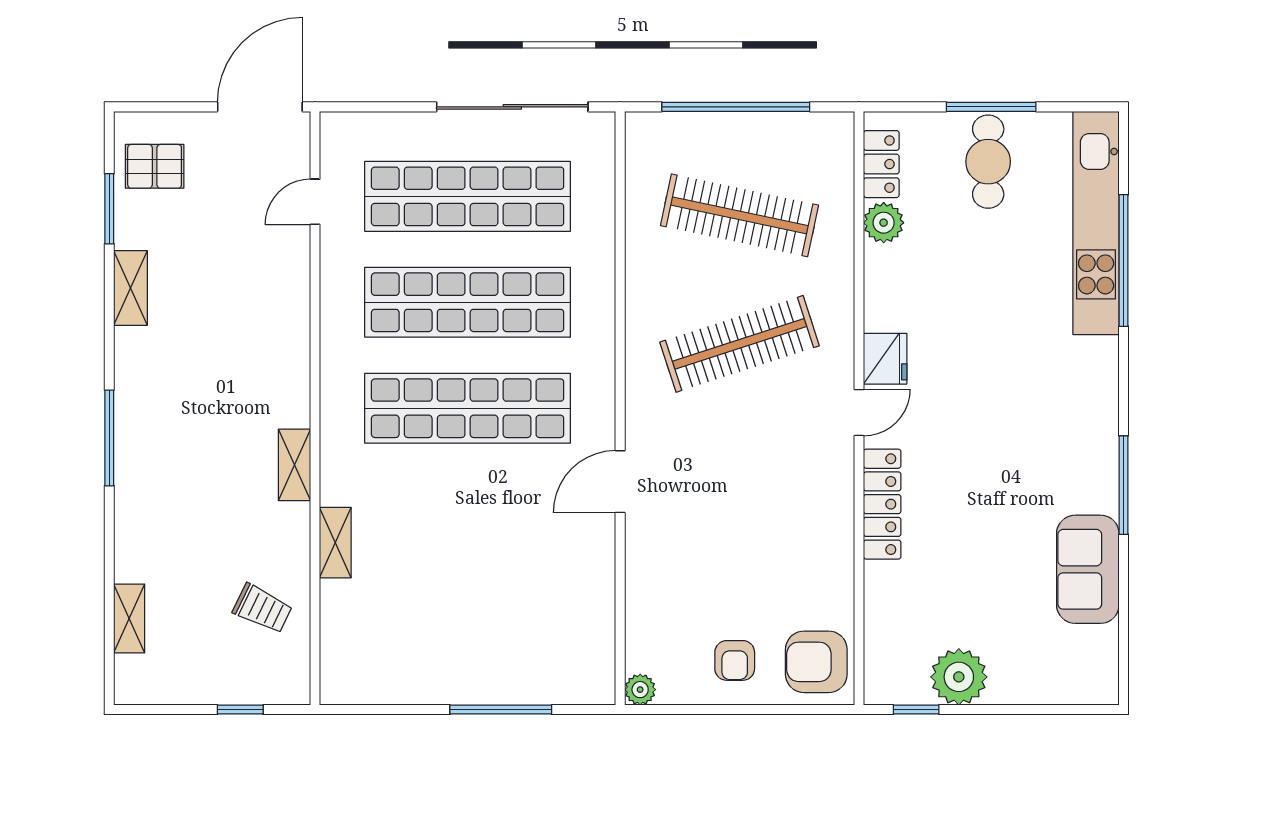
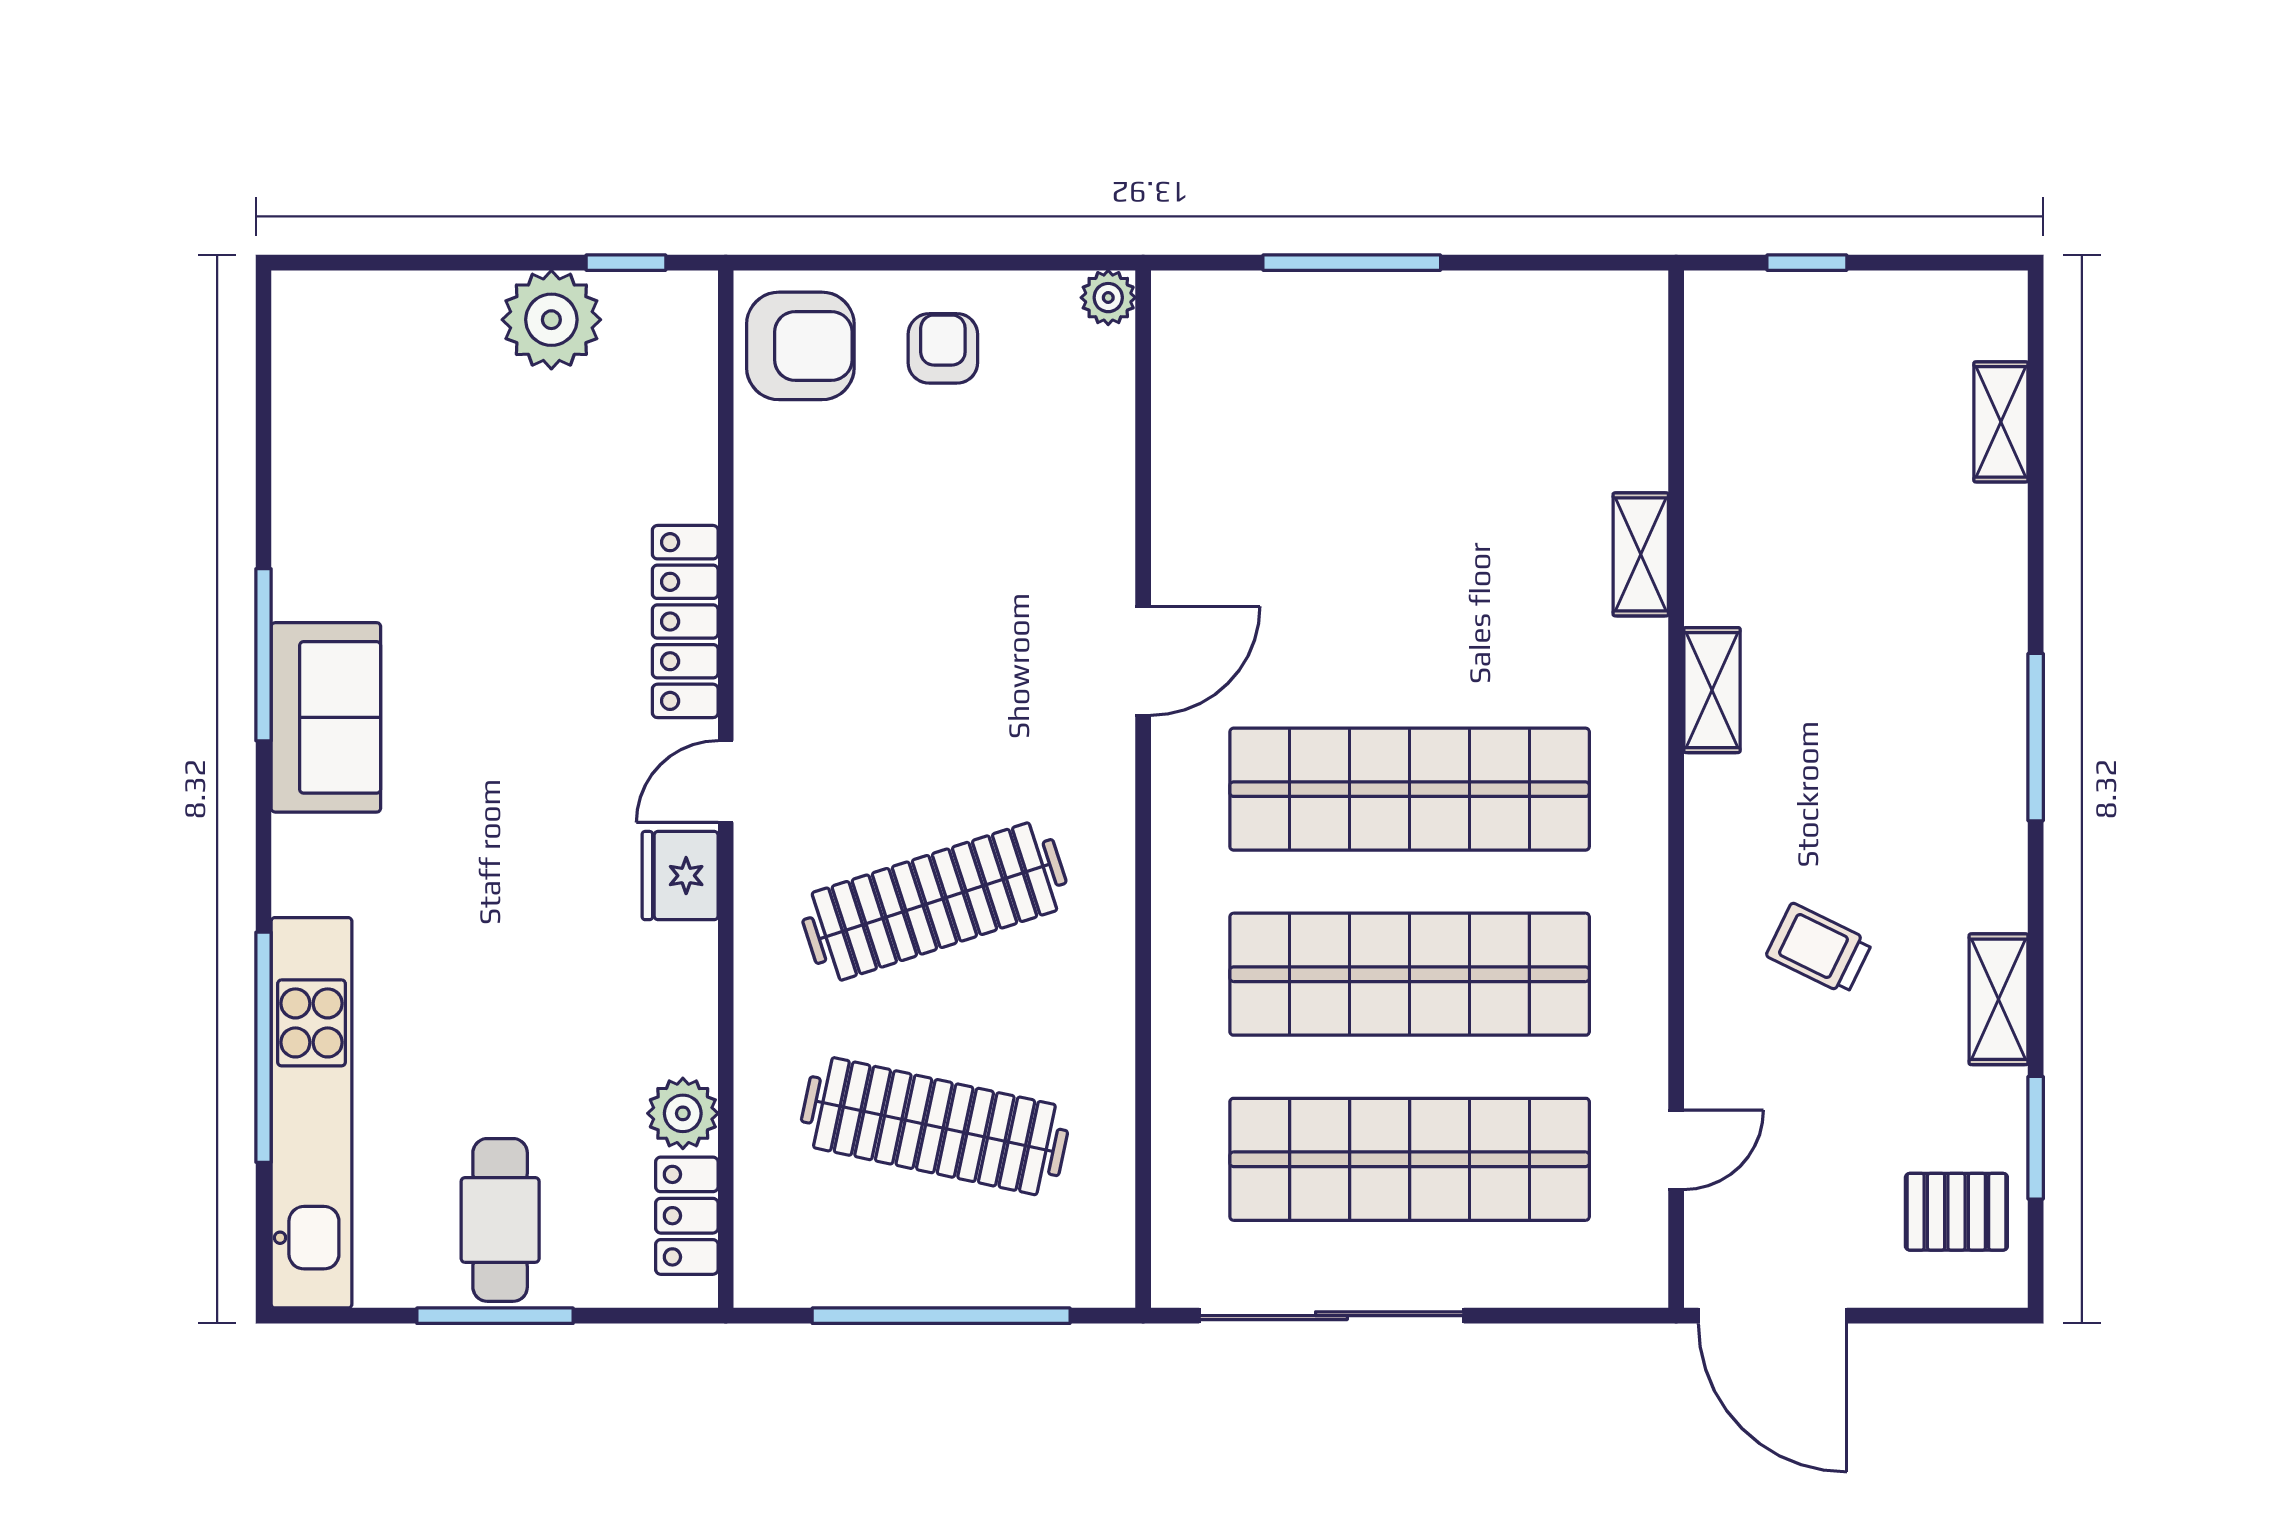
door: (260, 107) -> (1773, 1316), hinge flipped
sofa: (1088, 569) -> (326, 717), moved
trolley: (262, 609) -> (1819, 949), moved

